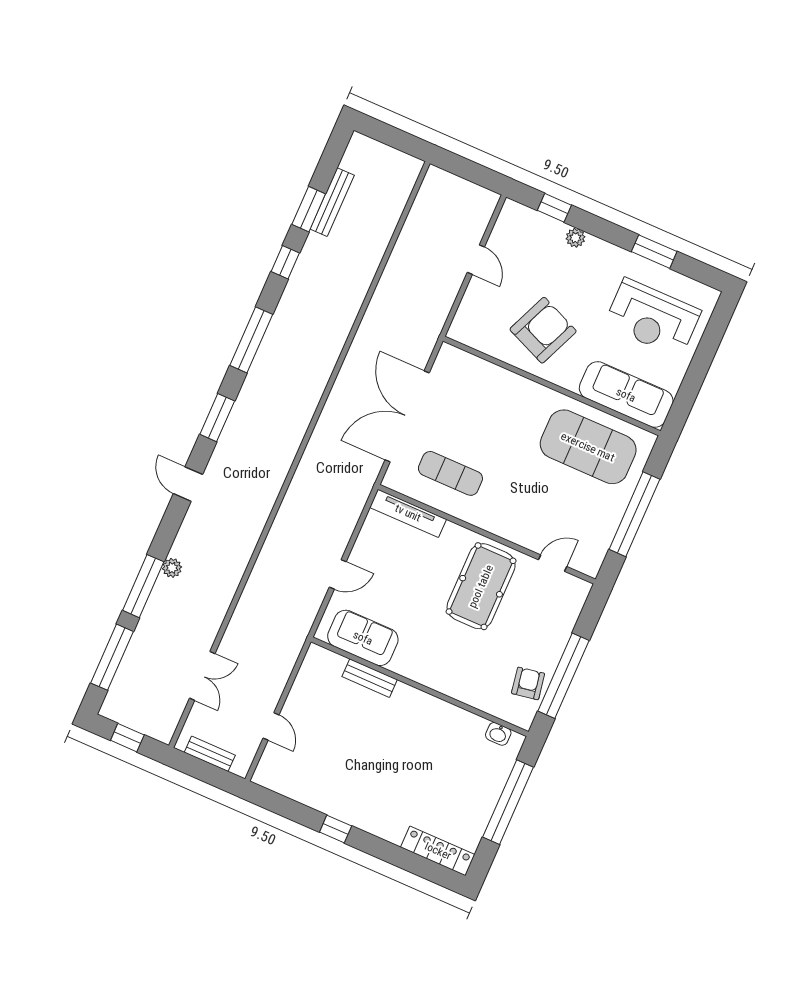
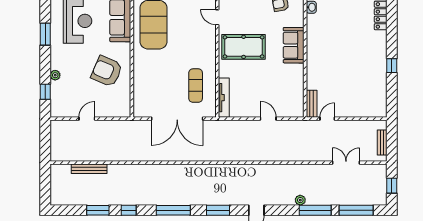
bench: (332, 202) -> (89, 169), moved
sofa: (363, 638) -> (294, 45), moved
bench: (370, 678) -> (312, 104), moved
door: (271, 726) -> (327, 119), moved

